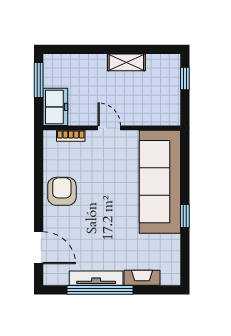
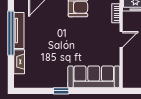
sofa: (160, 182) -> (94, 77), width x0.74, depth x0.79

